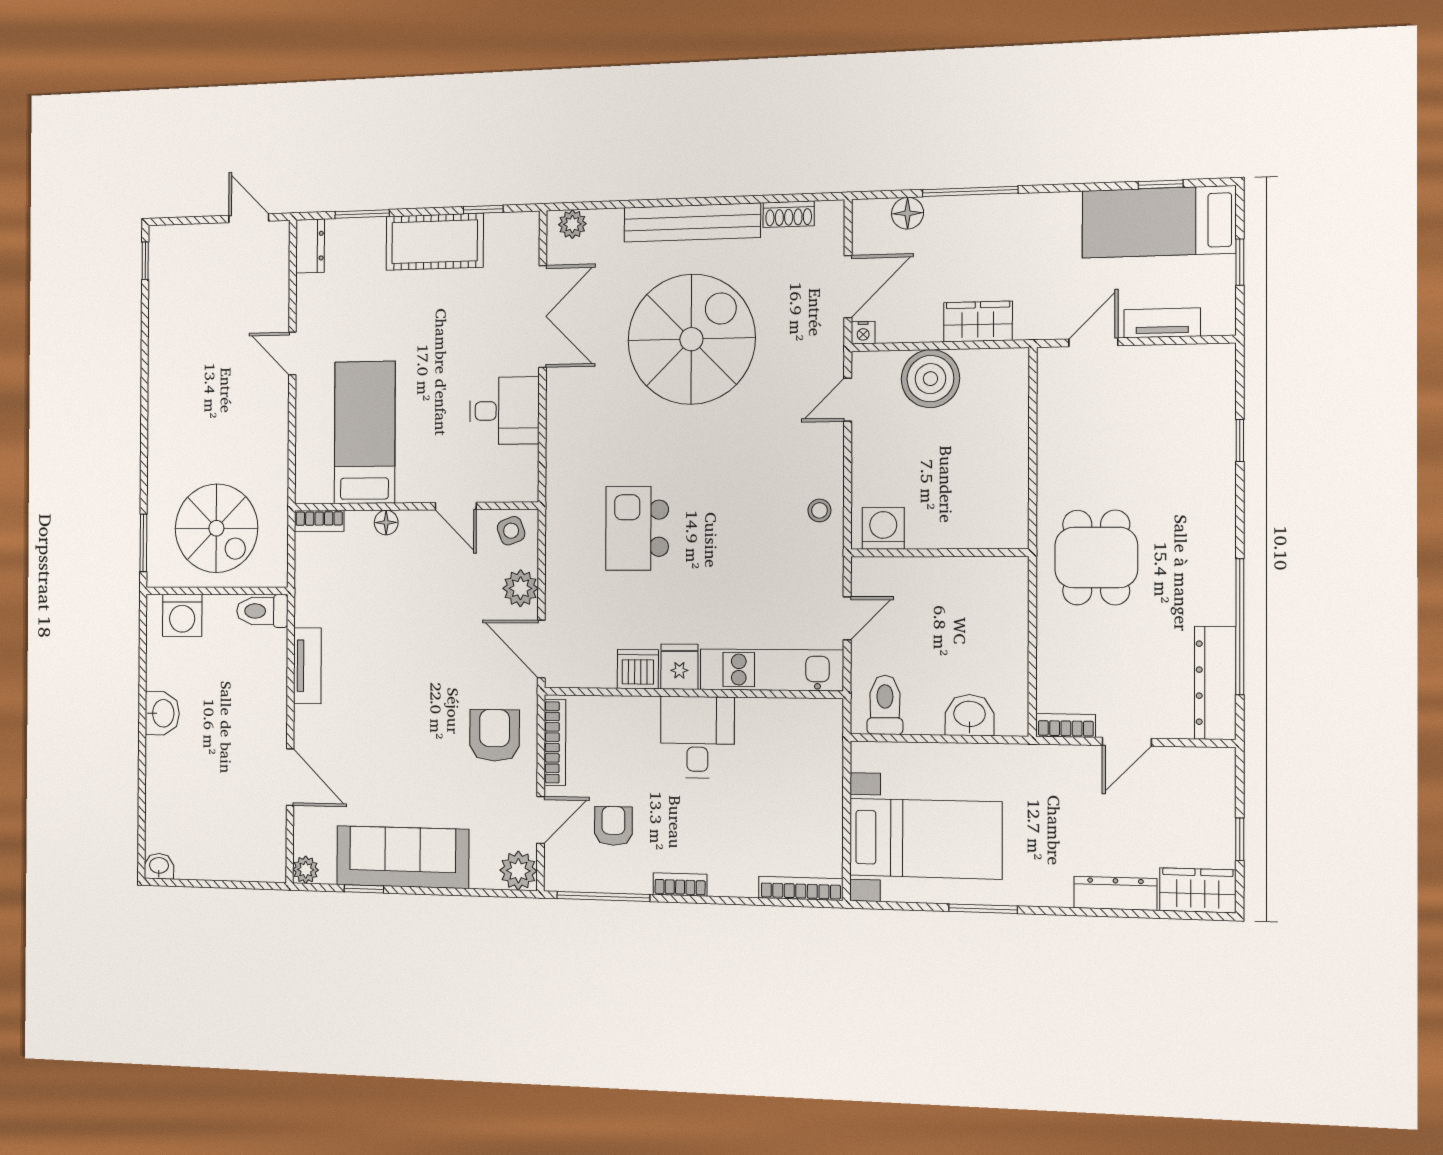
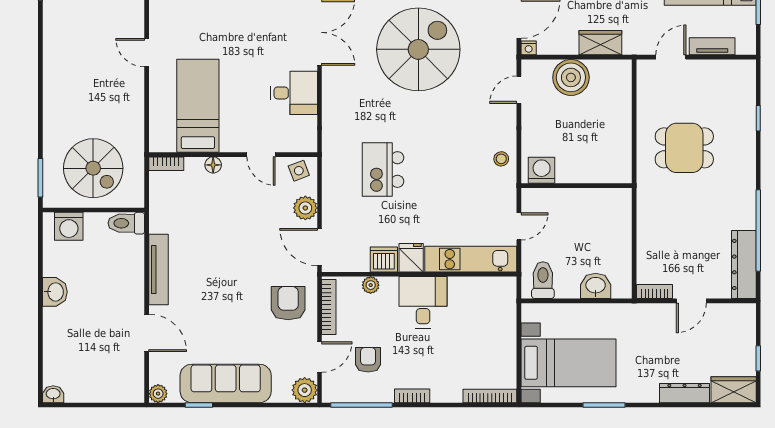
dining table: (1096, 558) -> (684, 148), moved, turned 90
tv unit: (307, 666) -> (159, 269), width x1.41
plant: (618, 709) -> (371, 285), added

